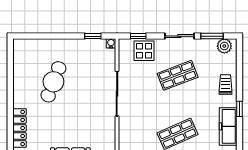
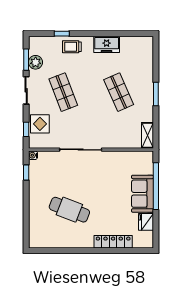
plant: (224, 46) -> (36, 62), moved
window: (239, 109) -> (62, 34), moved
freezer: (228, 126) -> (107, 44), width x0.71

